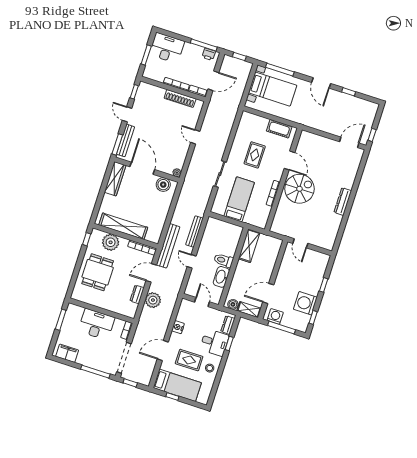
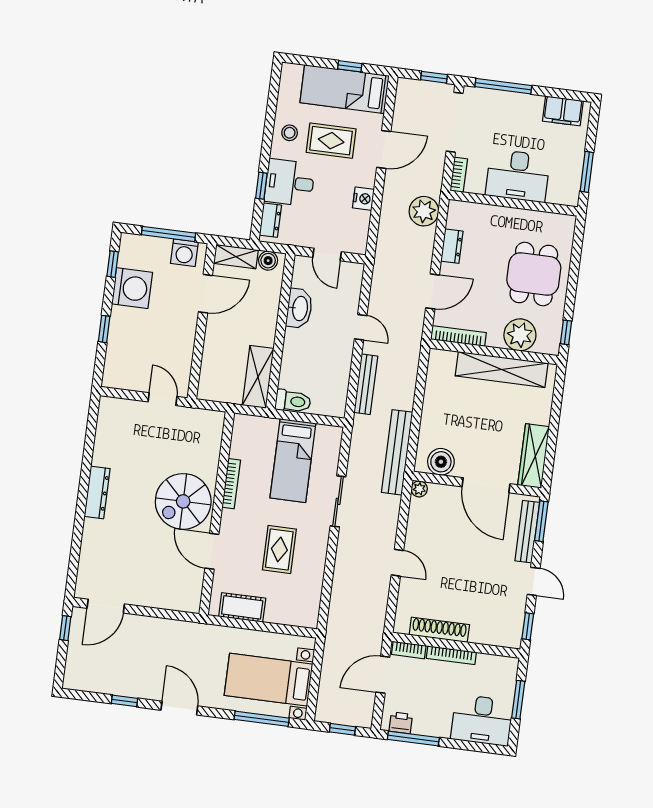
bench: (168, 246) -> (397, 452), moved
toilet: (224, 260) -> (293, 401), moved
plant: (153, 300) -> (424, 211), moved

